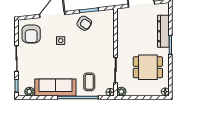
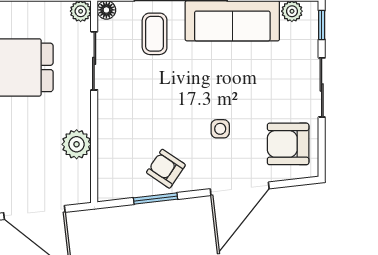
armchair: (31, 34) -> (288, 144), turned -90
plant: (123, 34) -> (77, 144), added

